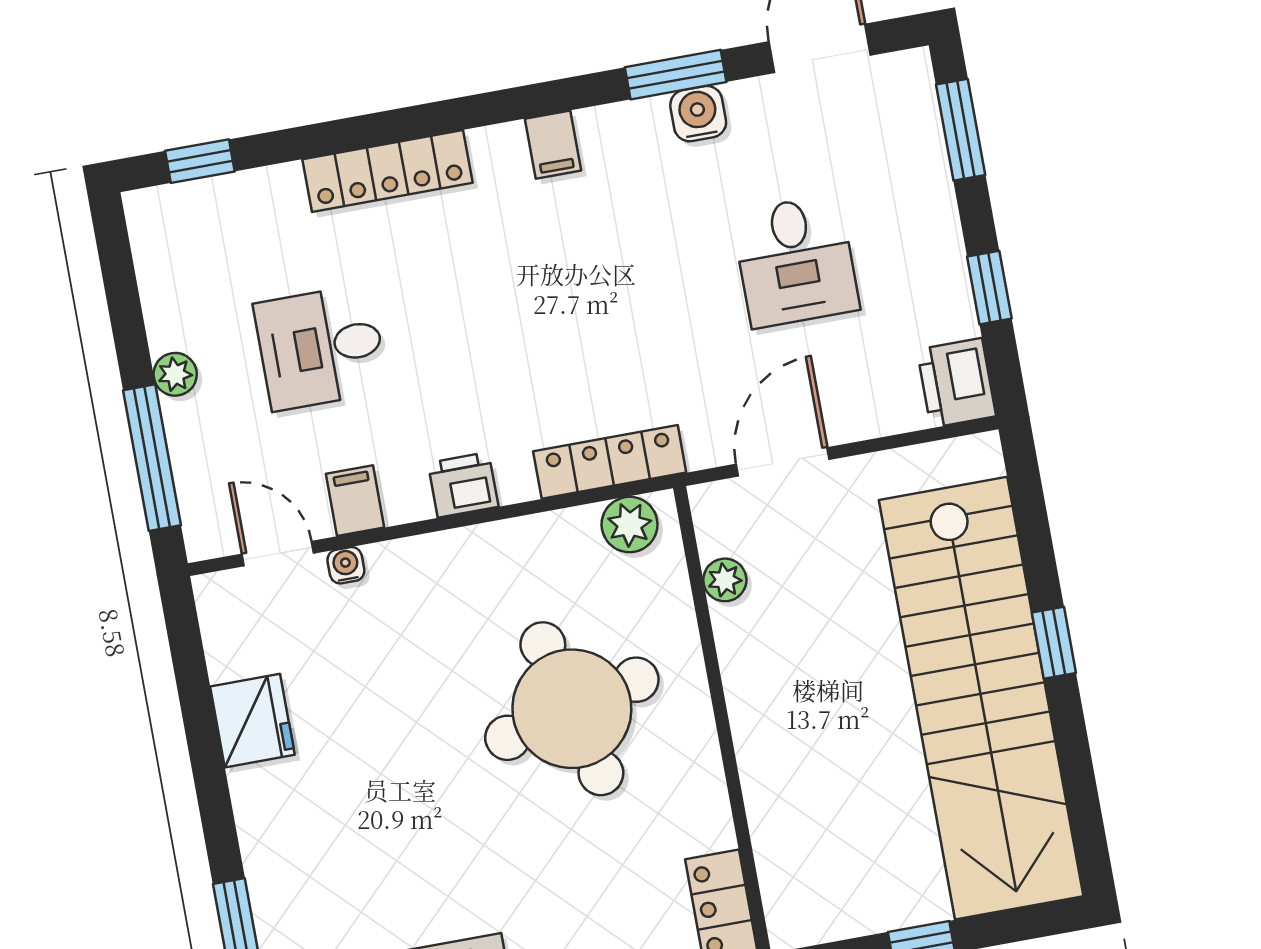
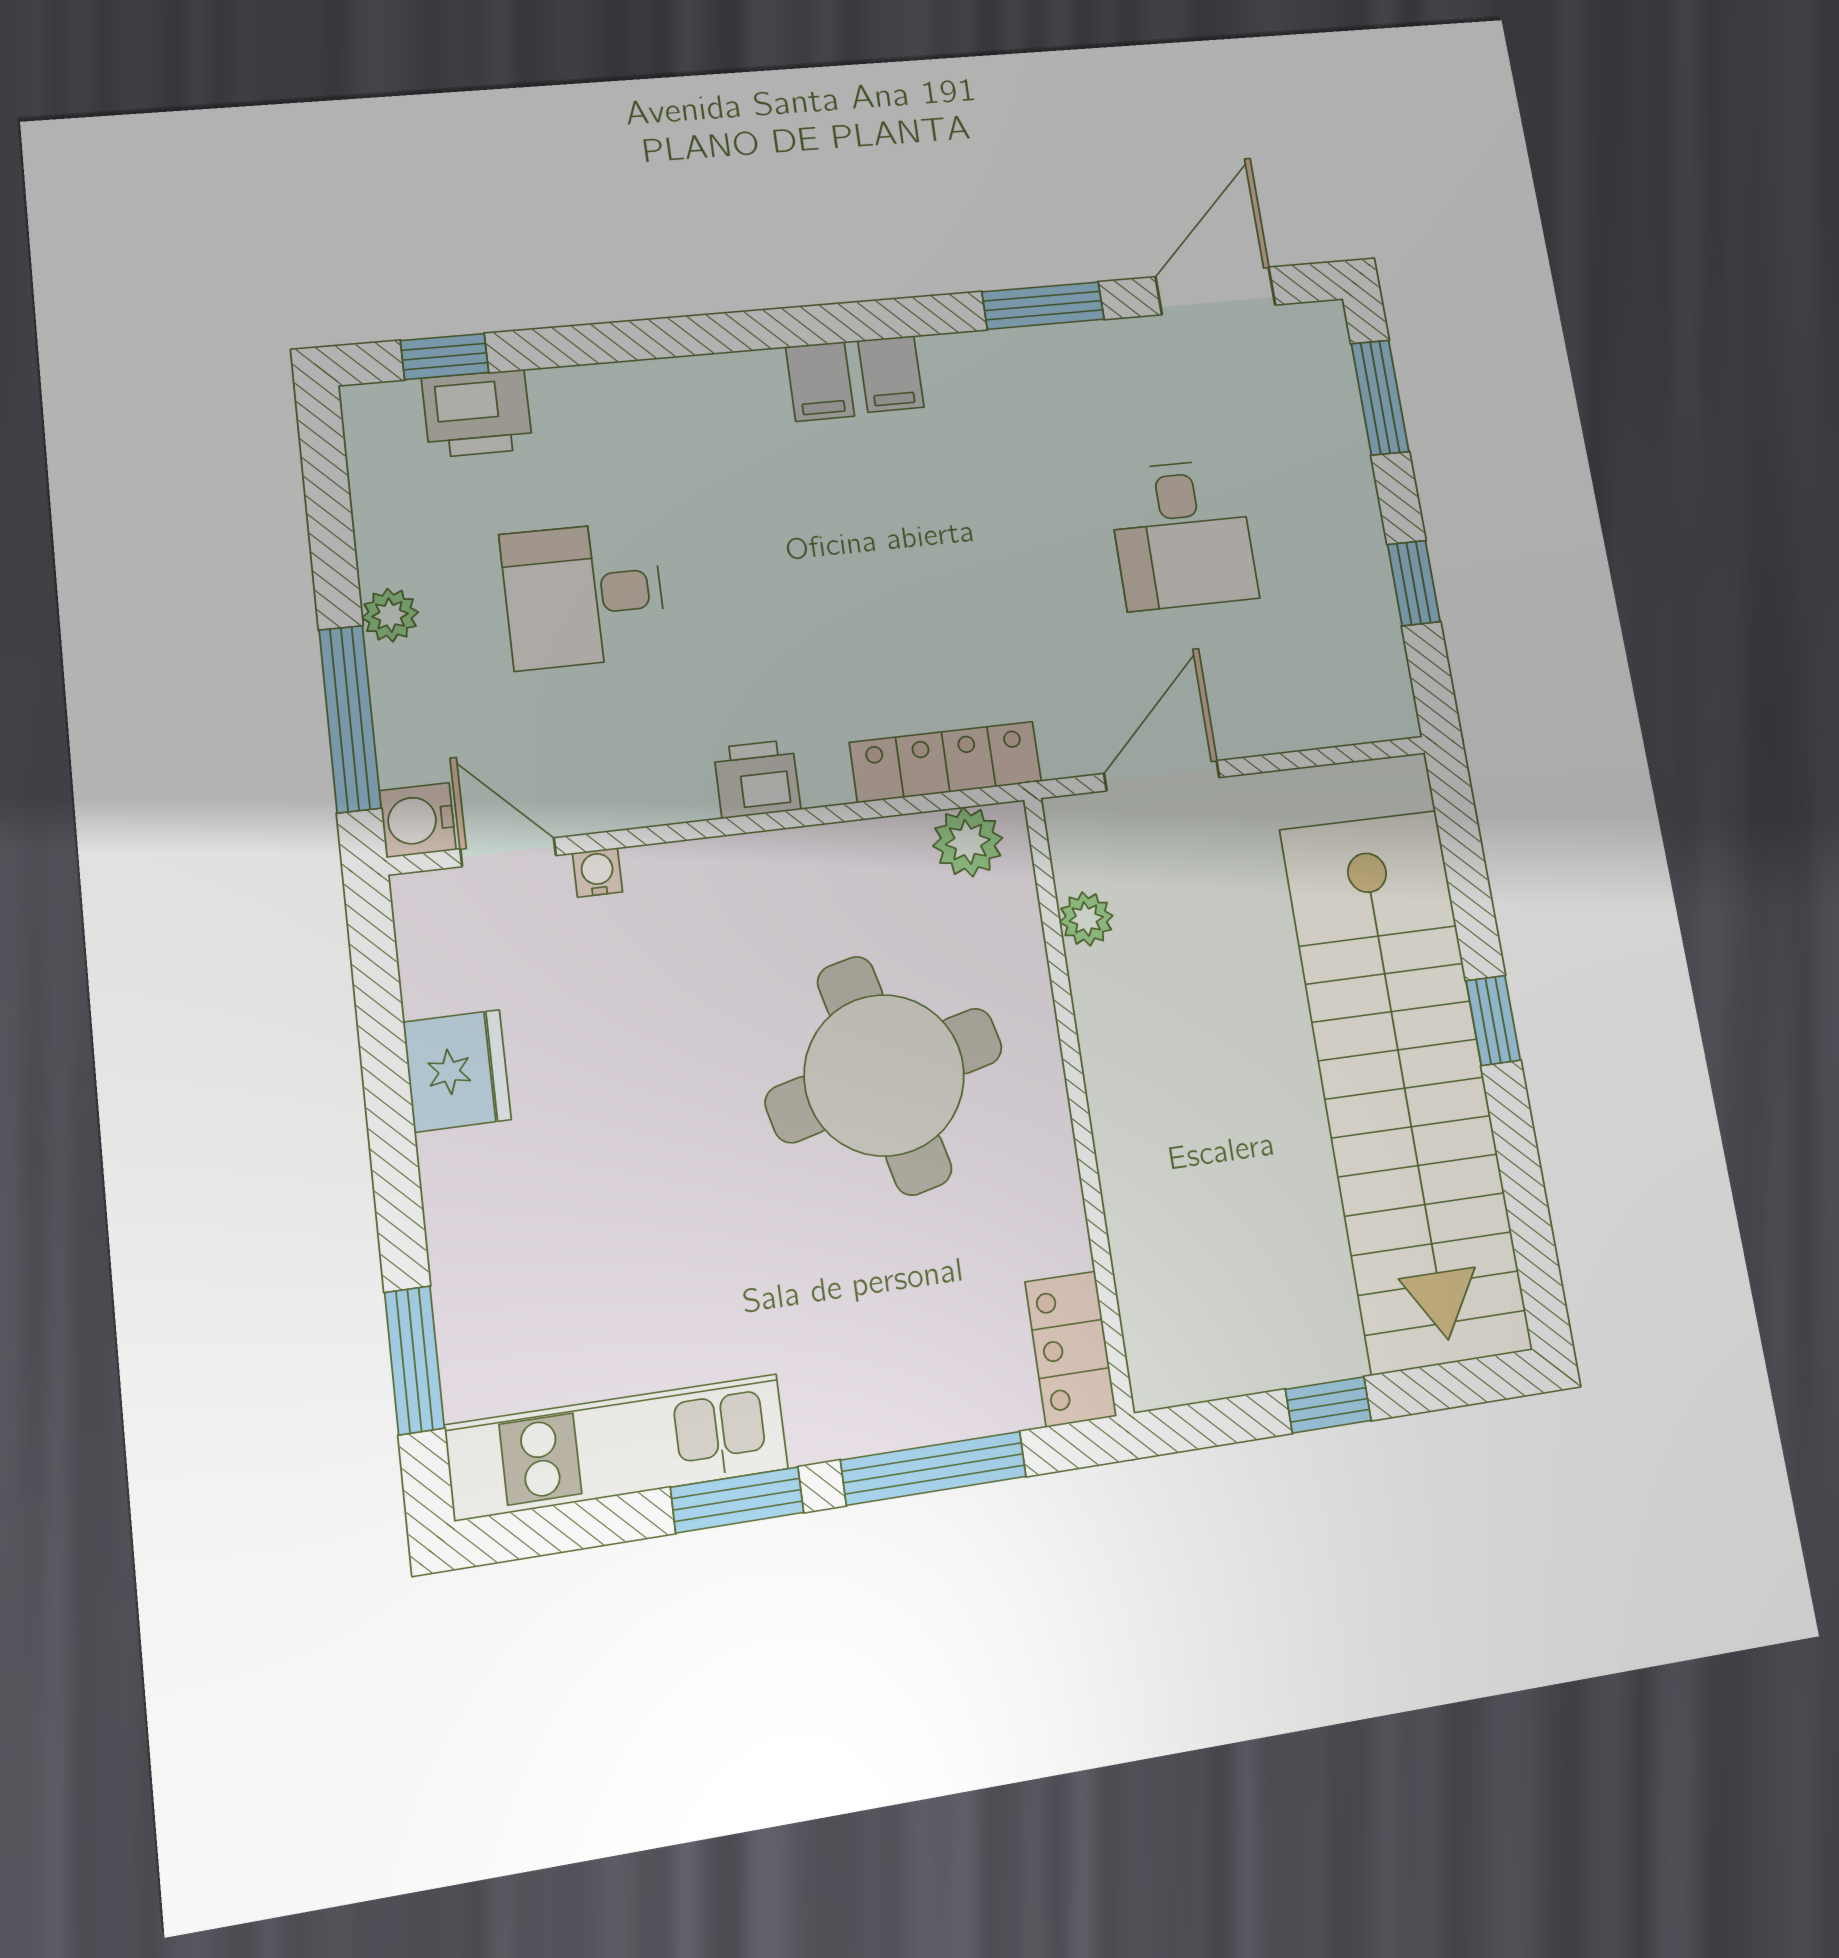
water cooler: (698, 114) -> (418, 820), moved, turned -90
locker: (387, 171) -> (683, 388), removed
printer: (956, 383) -> (477, 414), moved, turned -90
filing cabinet: (355, 501) -> (820, 381), moved, turned 180

